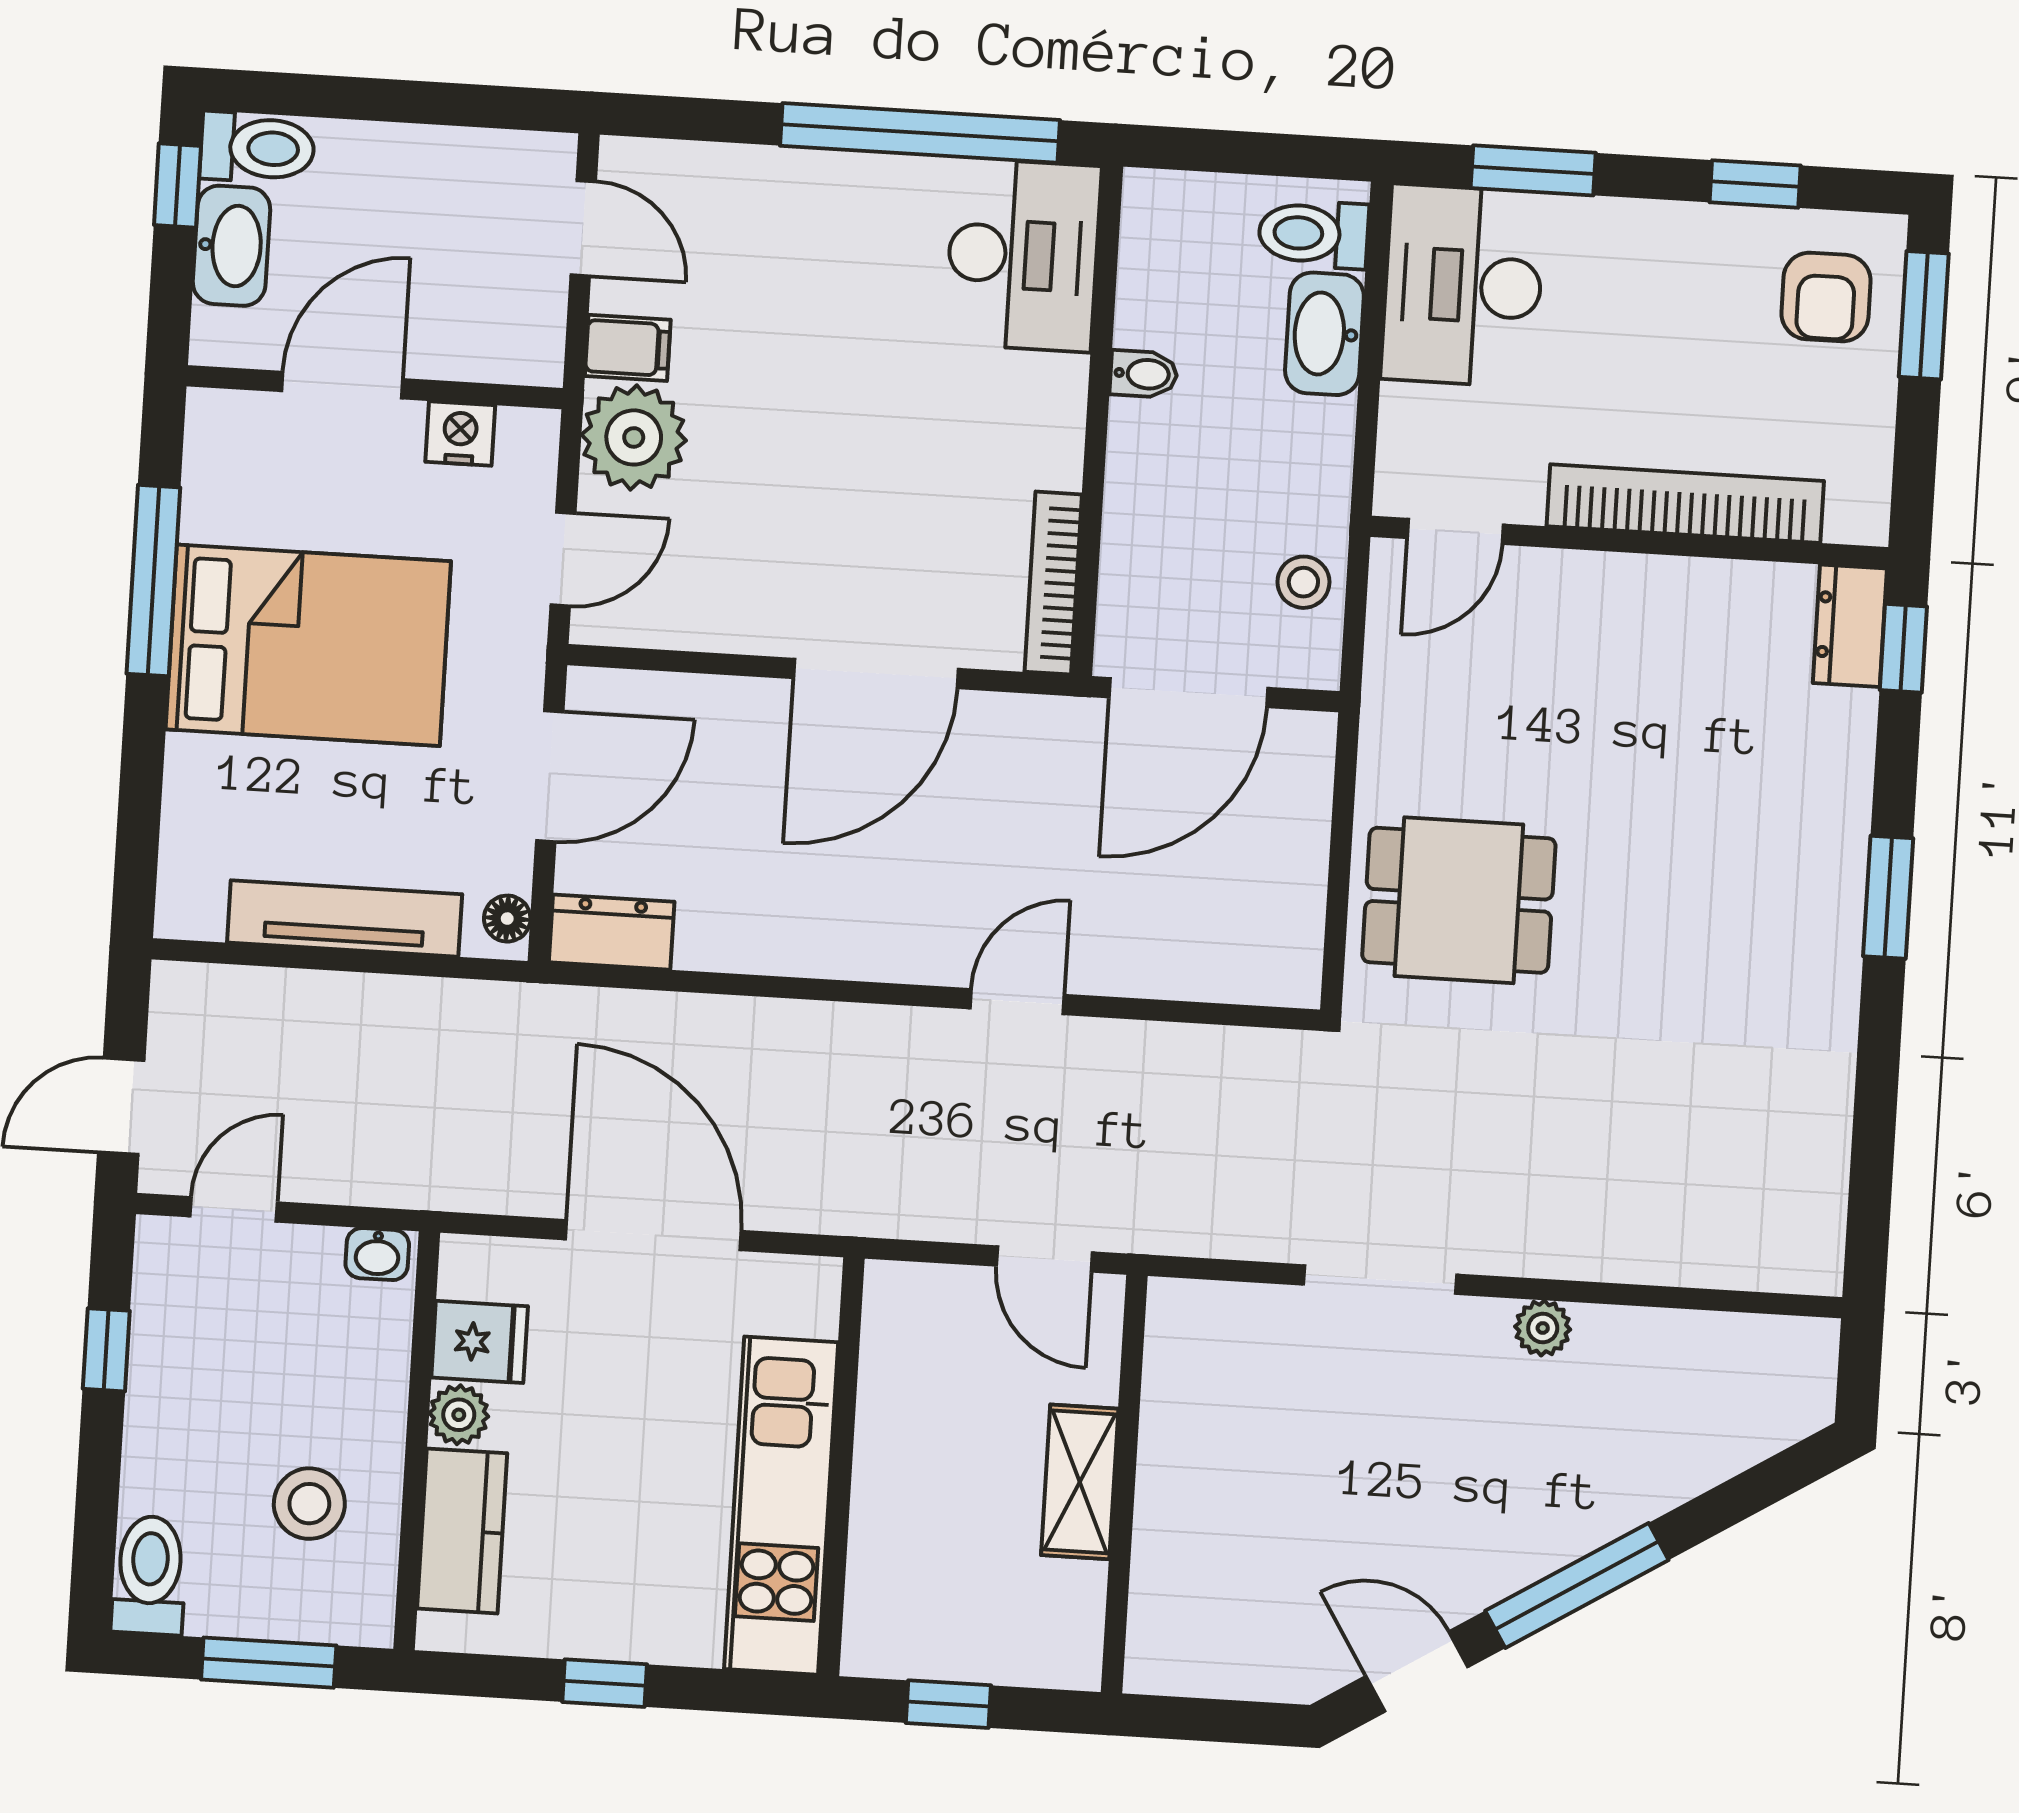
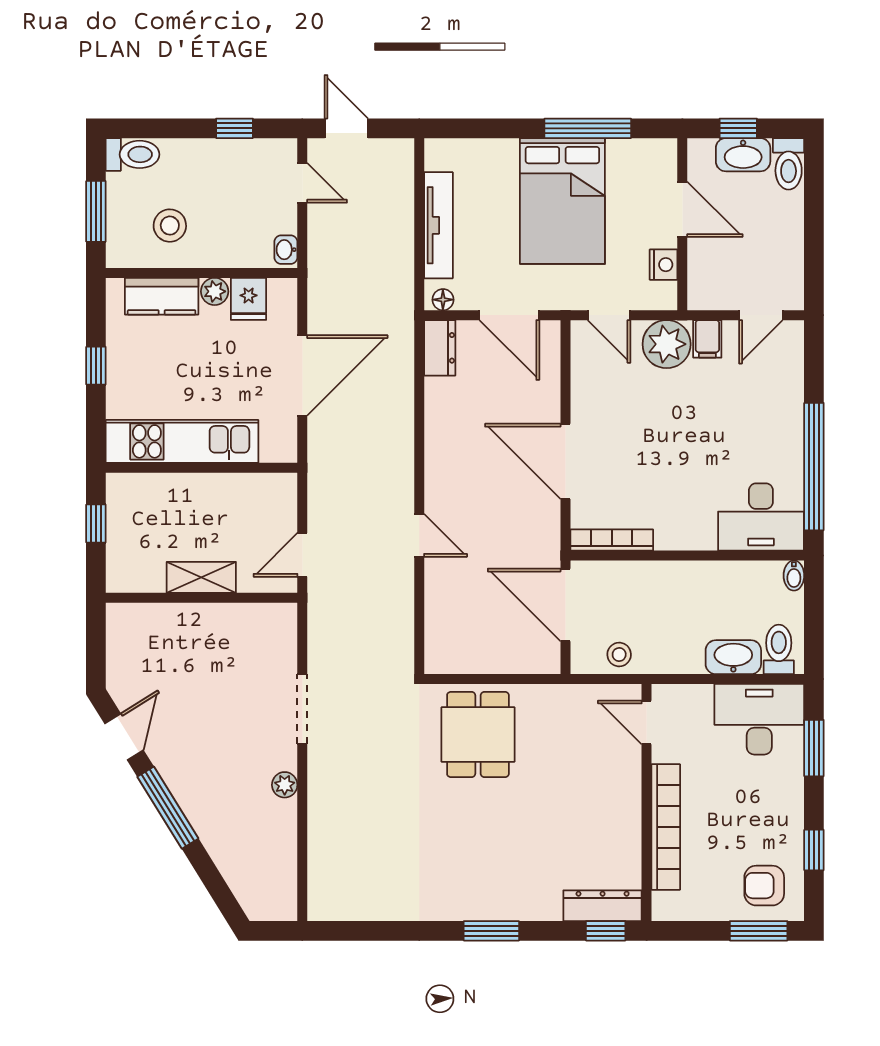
window: (177, 186) -> (738, 128), moved
bidet: (1144, 374) -> (794, 576), moved
dresser: (1850, 626) -> (603, 906), width x1.44

